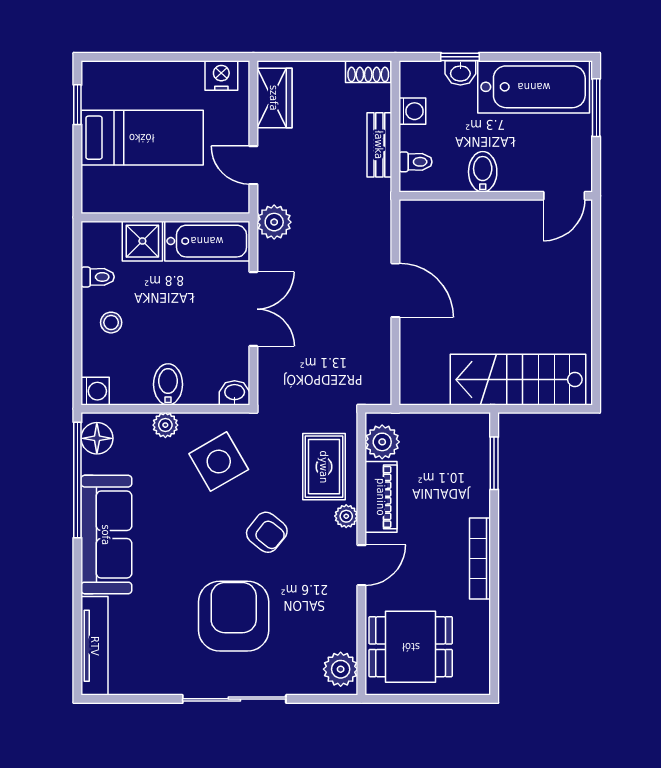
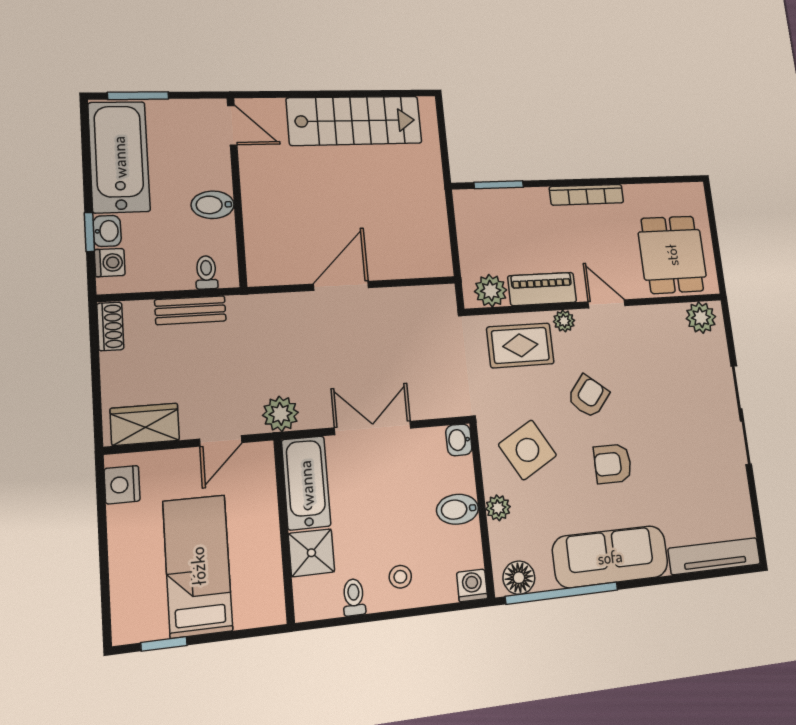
washing machine: (412, 111) -> (110, 263), moved, turned 90
stairs: (518, 380) -> (354, 121), moved, turned -90
armchair: (234, 616) -> (613, 464), moved, width x0.53, depth x0.53

